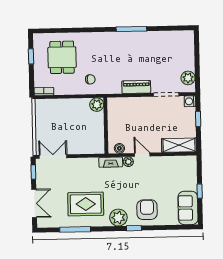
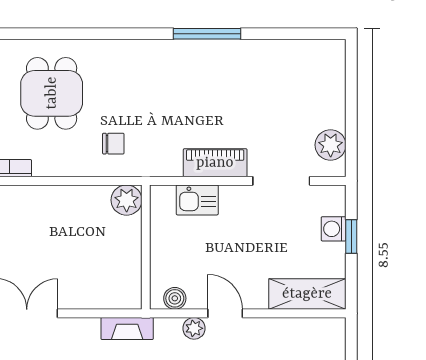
washing machine: (190, 101) -> (334, 229), moved
kitchen sink: (129, 104) -> (197, 200), added
fireplace: (111, 162) -> (127, 328), moved

